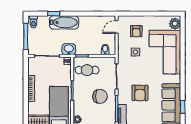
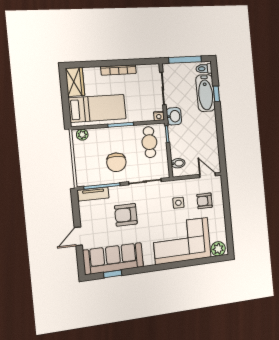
bathtub: (64, 22) -> (205, 93), moved

